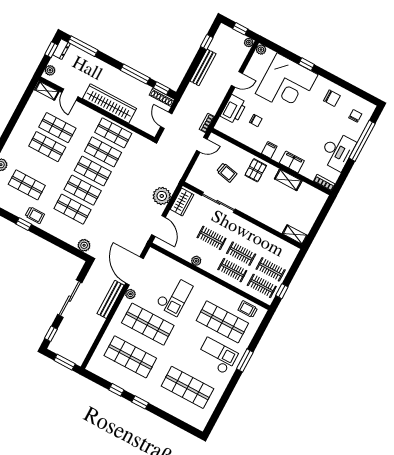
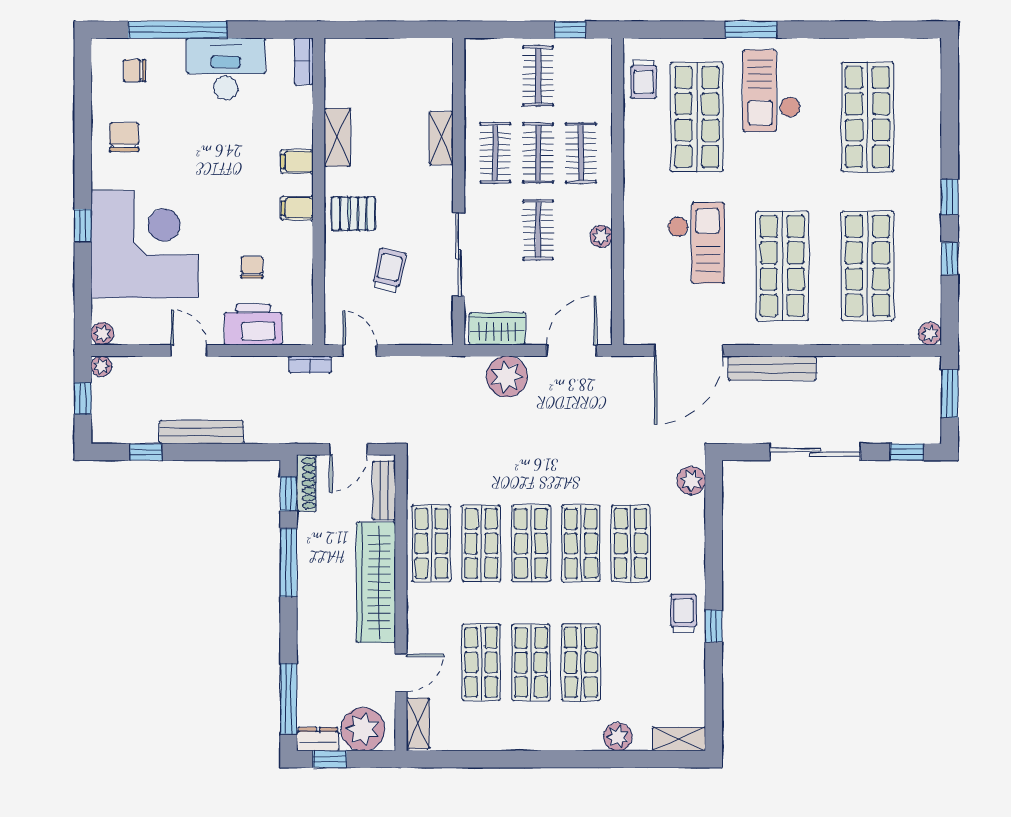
plant: (50, 70) -> (363, 729), width x1.88, depth x1.88
bench: (143, 126) -> (384, 490), added
filing cabinet: (292, 162) -> (297, 162), width x0.50
shop shelf: (27, 185) -> (581, 662), moved
shelving: (295, 235) -> (441, 138), moved
clothes rail: (262, 286) -> (495, 153), moved
plant: (130, 294) -> (930, 334), moved
checkout: (174, 296) -> (696, 243), turned 90

